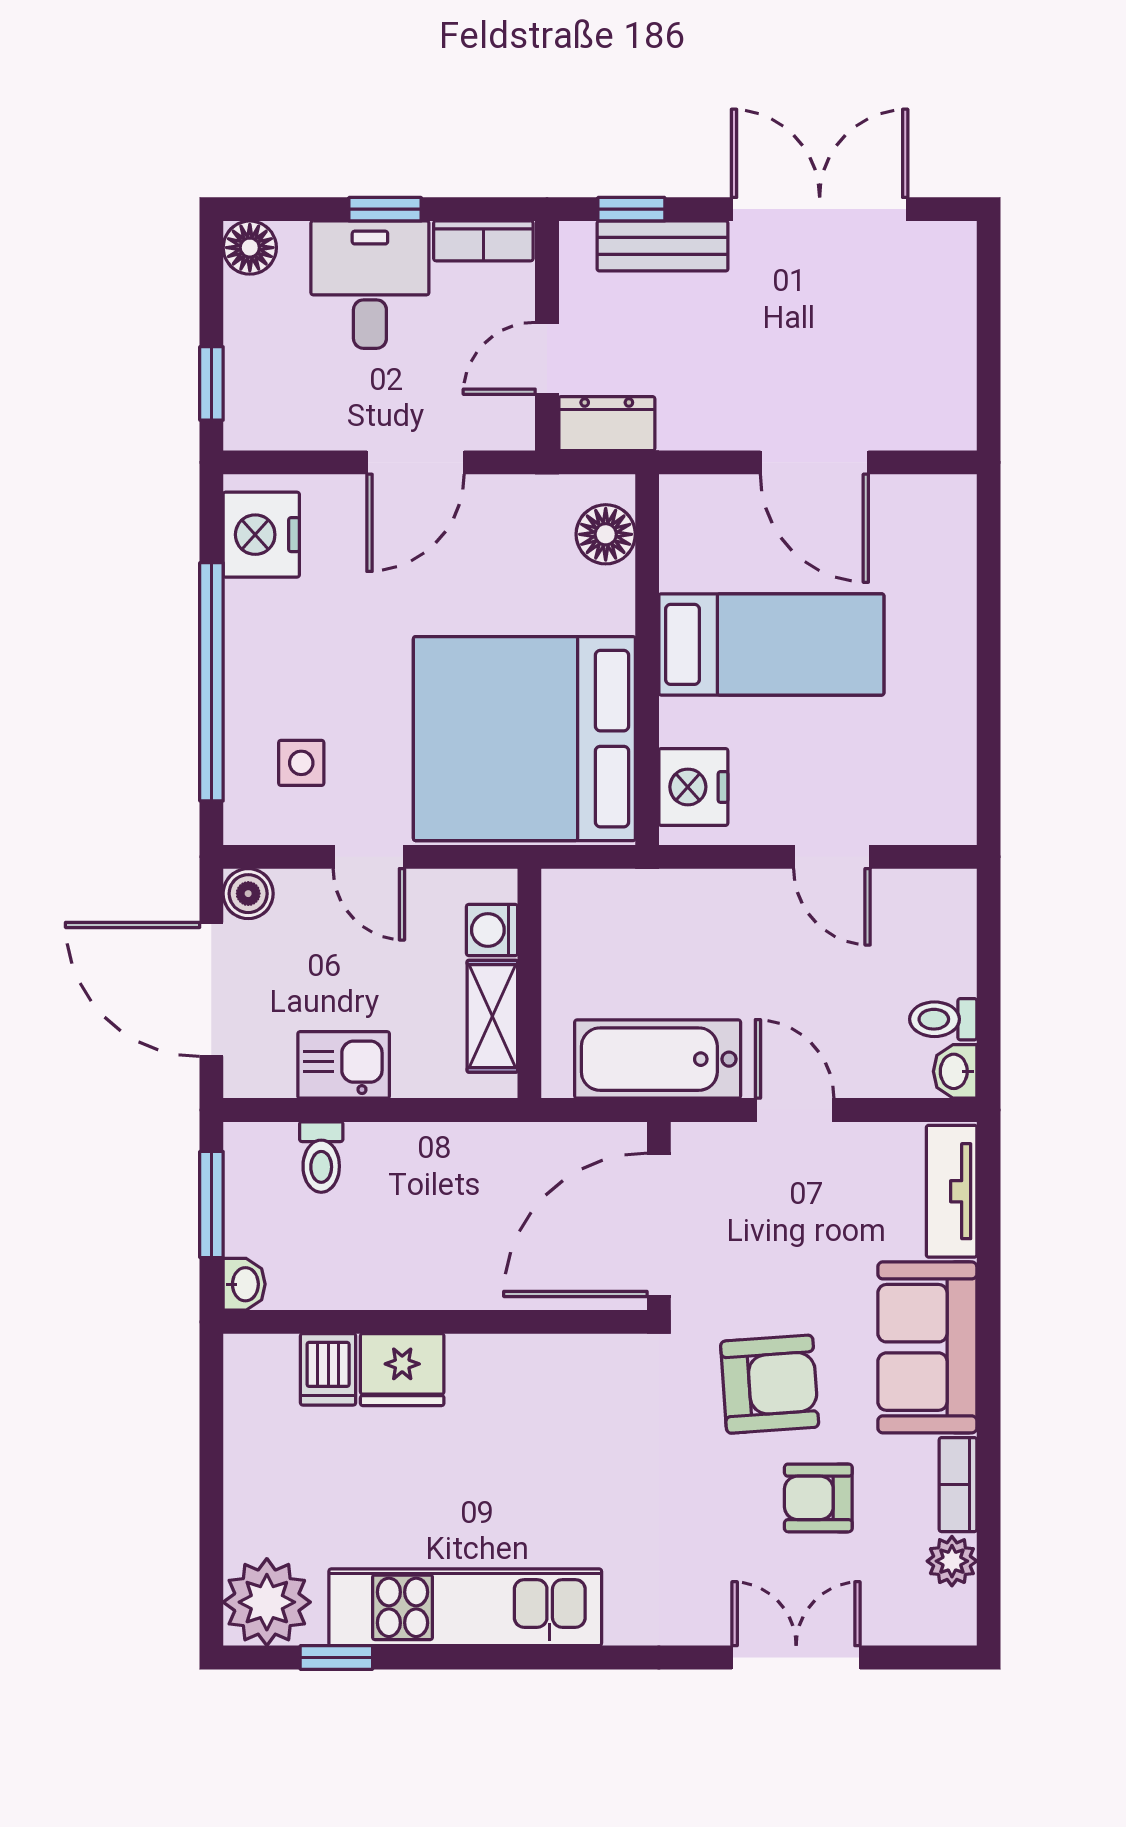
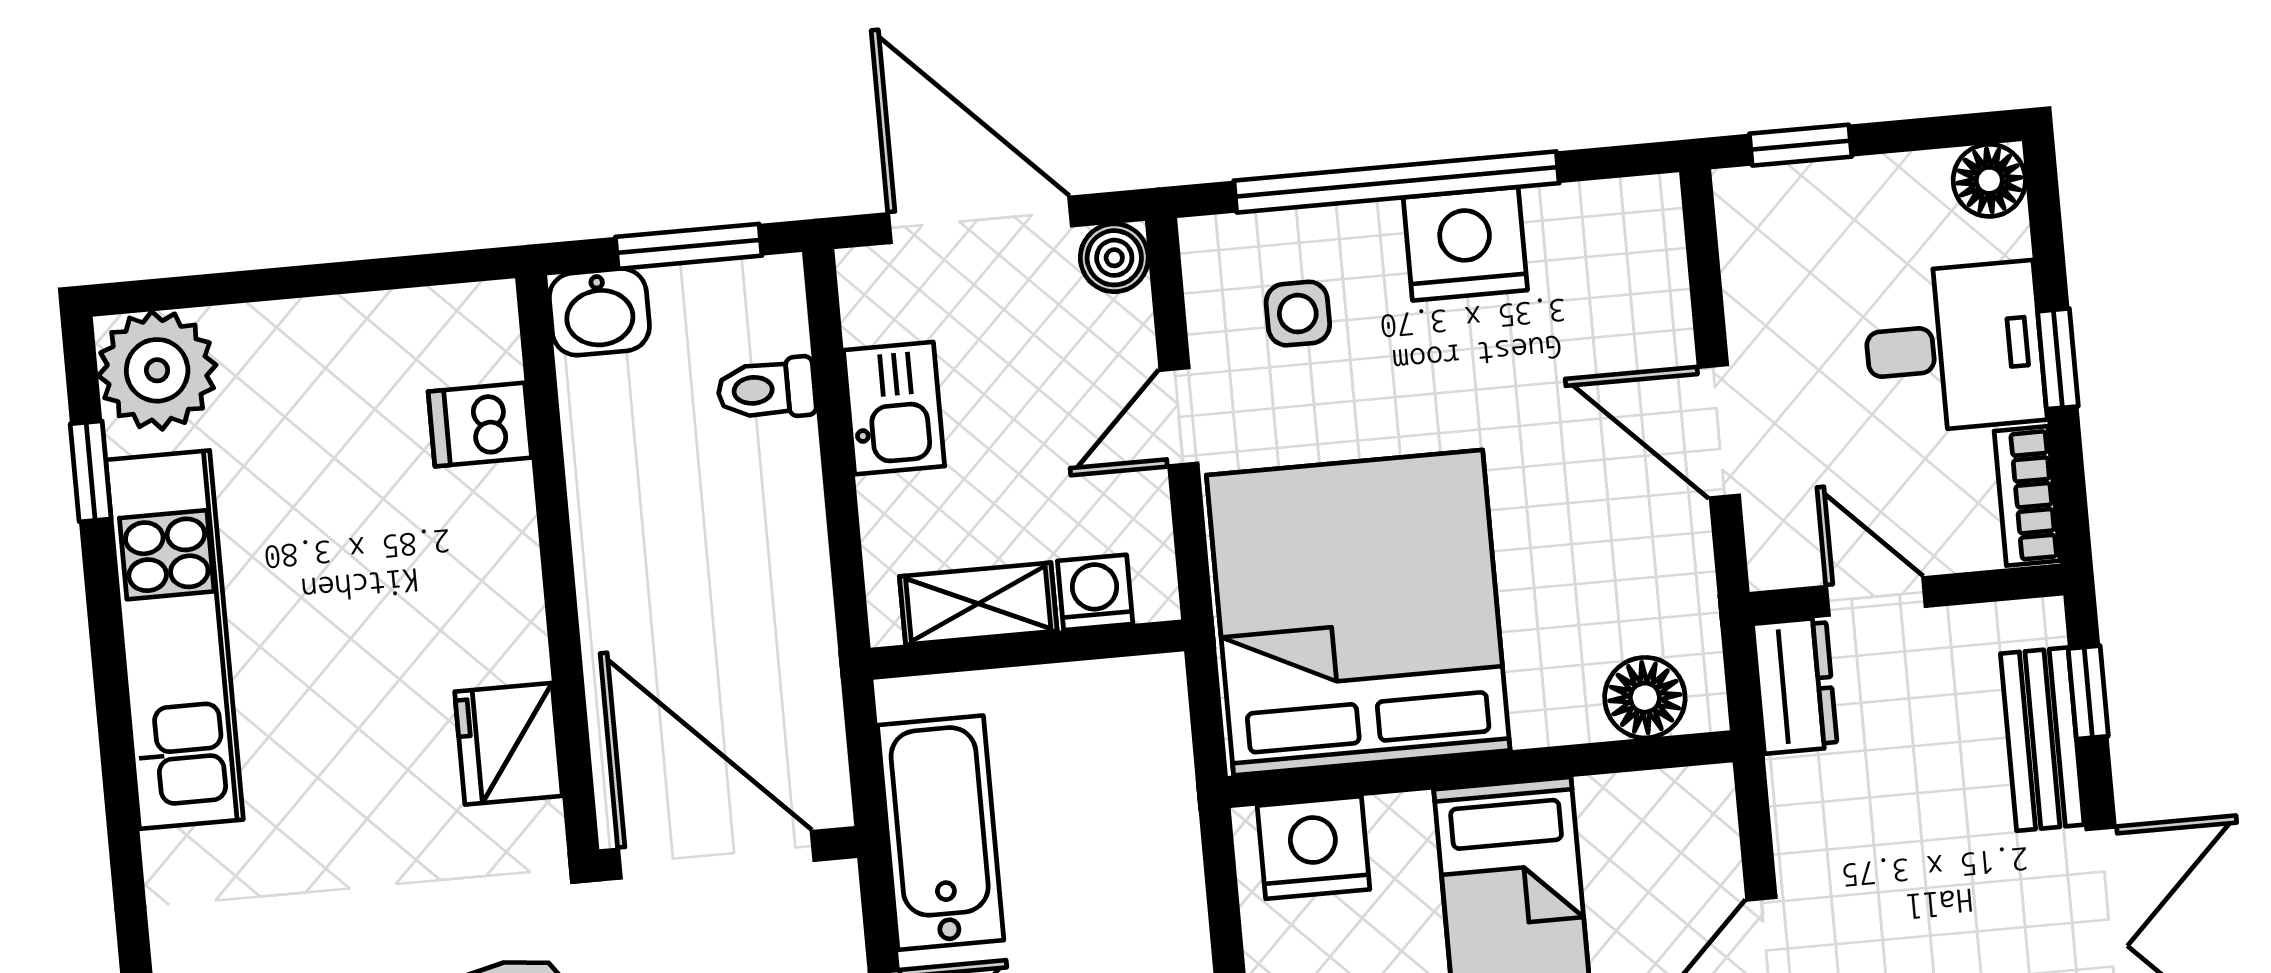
nightstand: (261, 535) -> (1465, 244), moved
door: (211, 989) -> (980, 220), hinge flipped
washbasin: (244, 1284) -> (599, 312), width x1.38, depth x1.45
fridge: (402, 1370) -> (508, 744), moved

